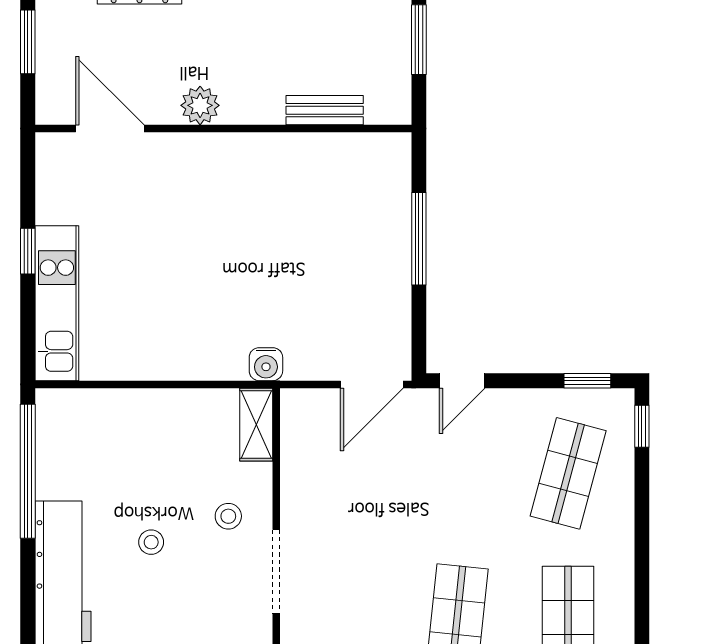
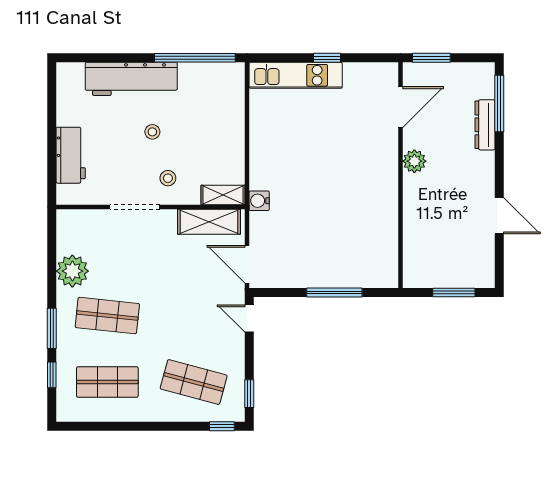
window: (28, 42) -> (431, 58), moved
bench: (325, 110) -> (412, 236), removed
shelving: (301, 448) -> (209, 222), added

